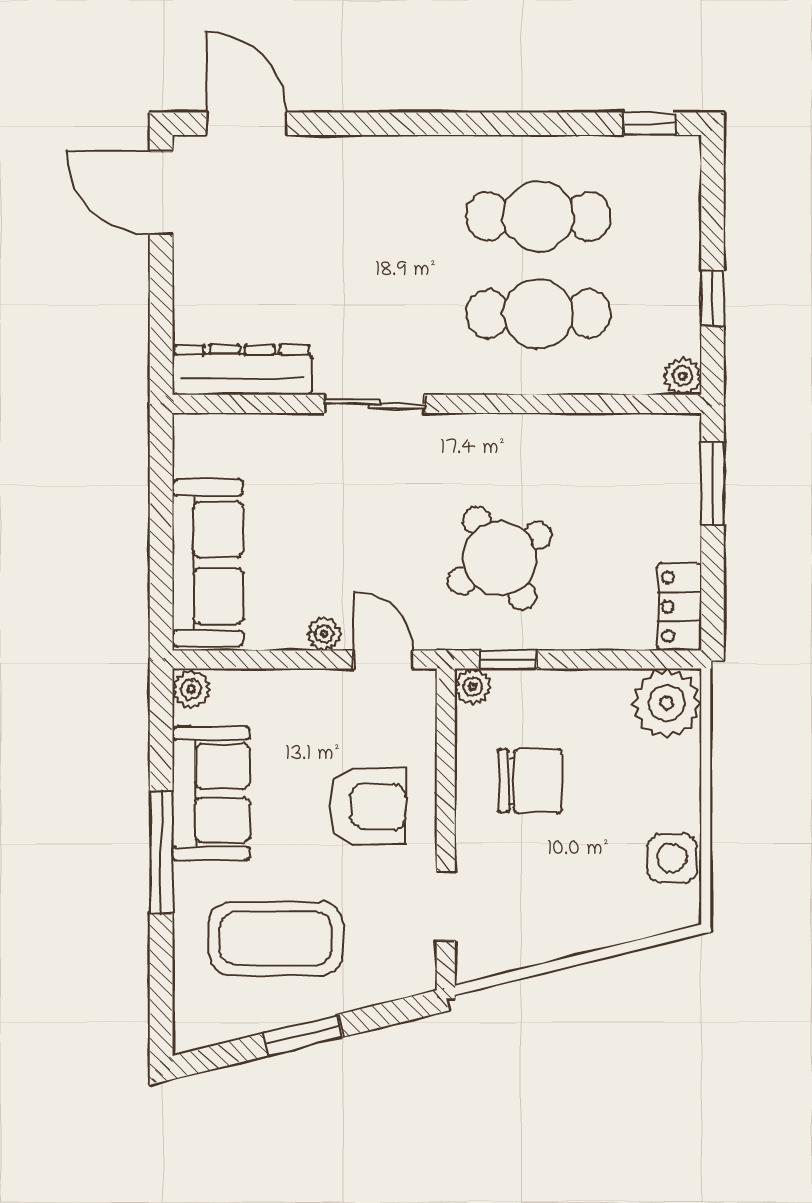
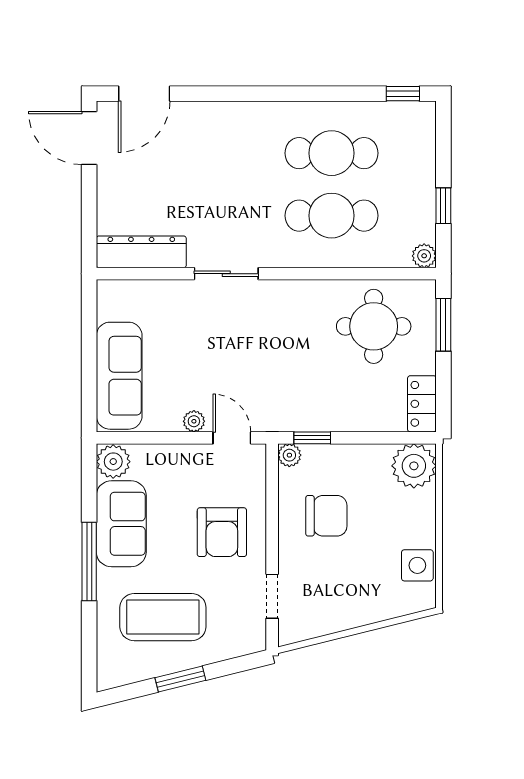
door: (247, 124) -> (144, 94), swing flipped
round table: (500, 558) -> (374, 326), moved, turned 31
plant: (191, 689) -> (113, 462), width x1.38, depth x1.38
armchair: (368, 806) -> (222, 532), turned 90

